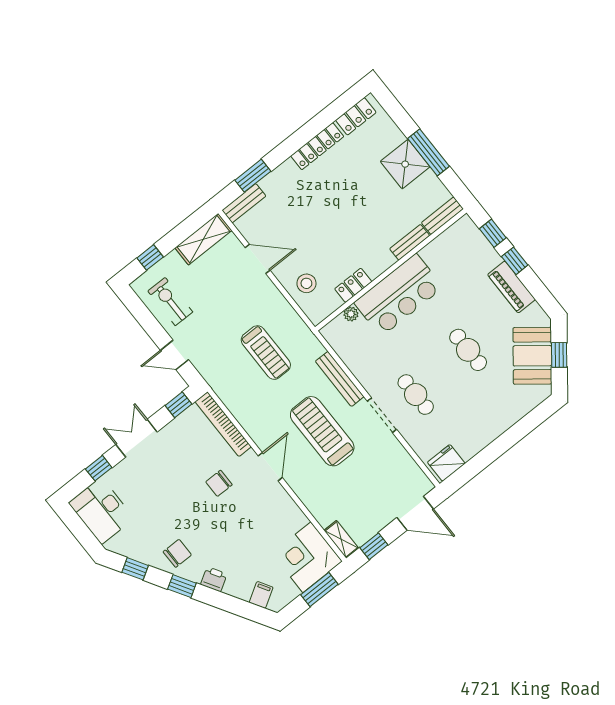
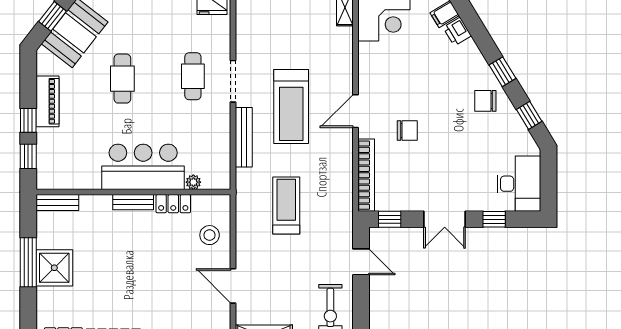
bench: (410, 242) -> (133, 202), moved
printer: (214, 579) -> (457, 32), moved

